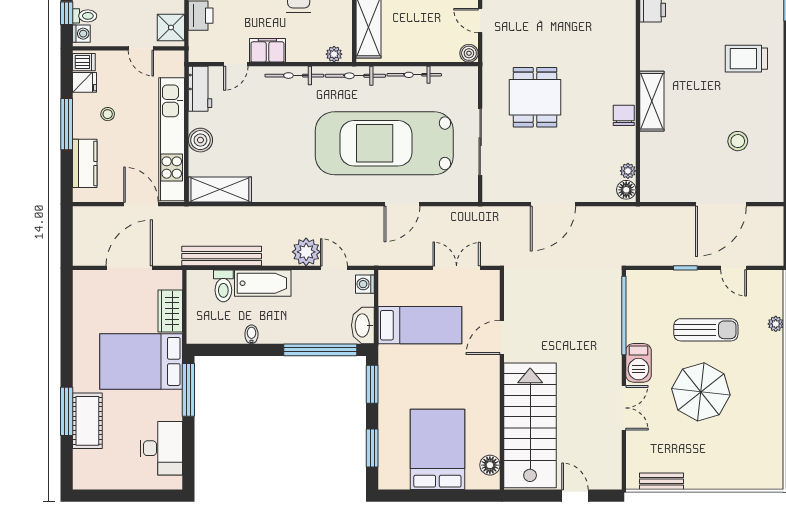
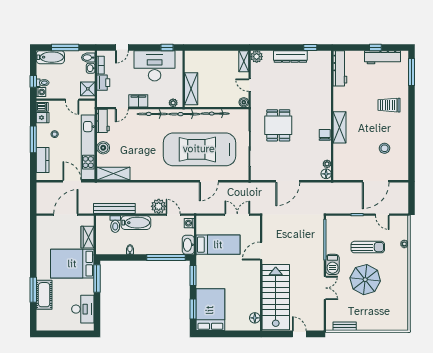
bed: (437, 449) -> (210, 310), moved

